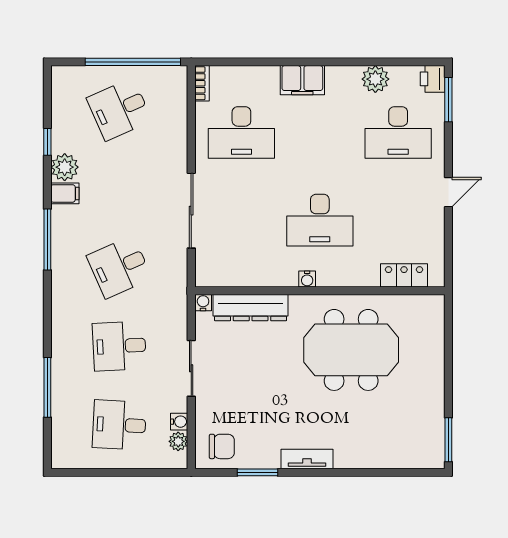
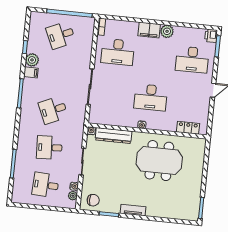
plant: (375, 79) -> (167, 31), moved

